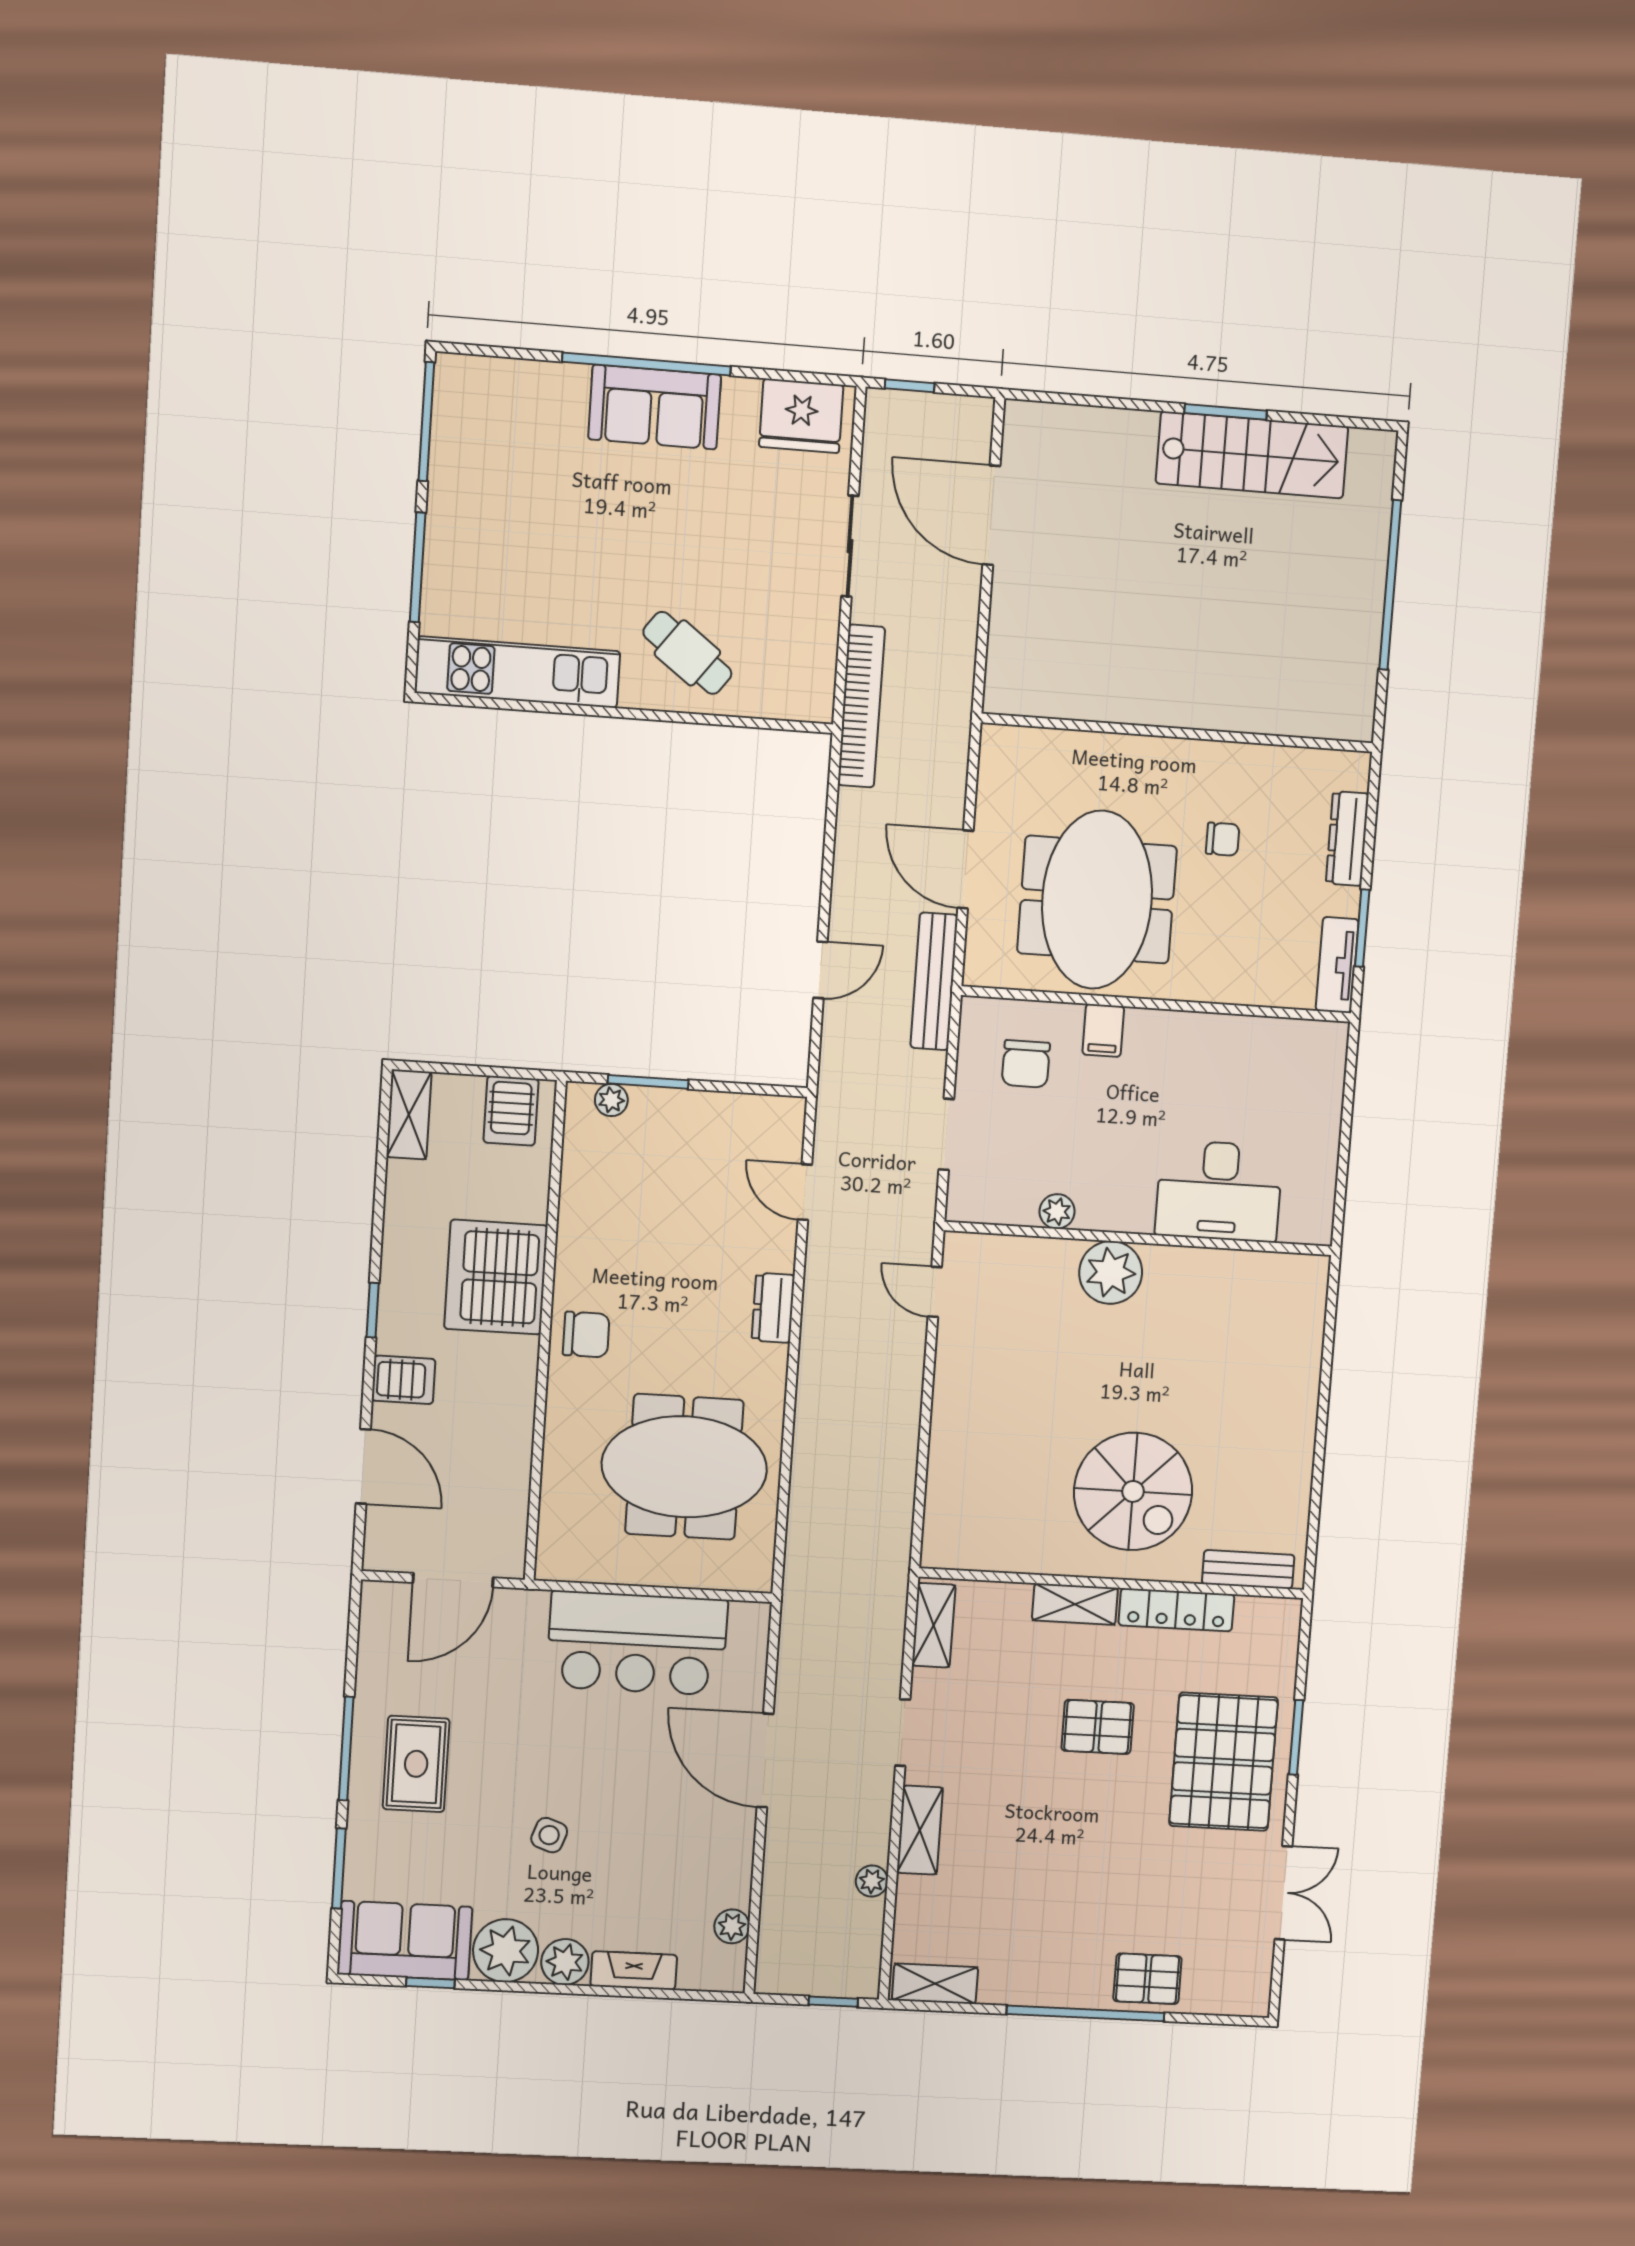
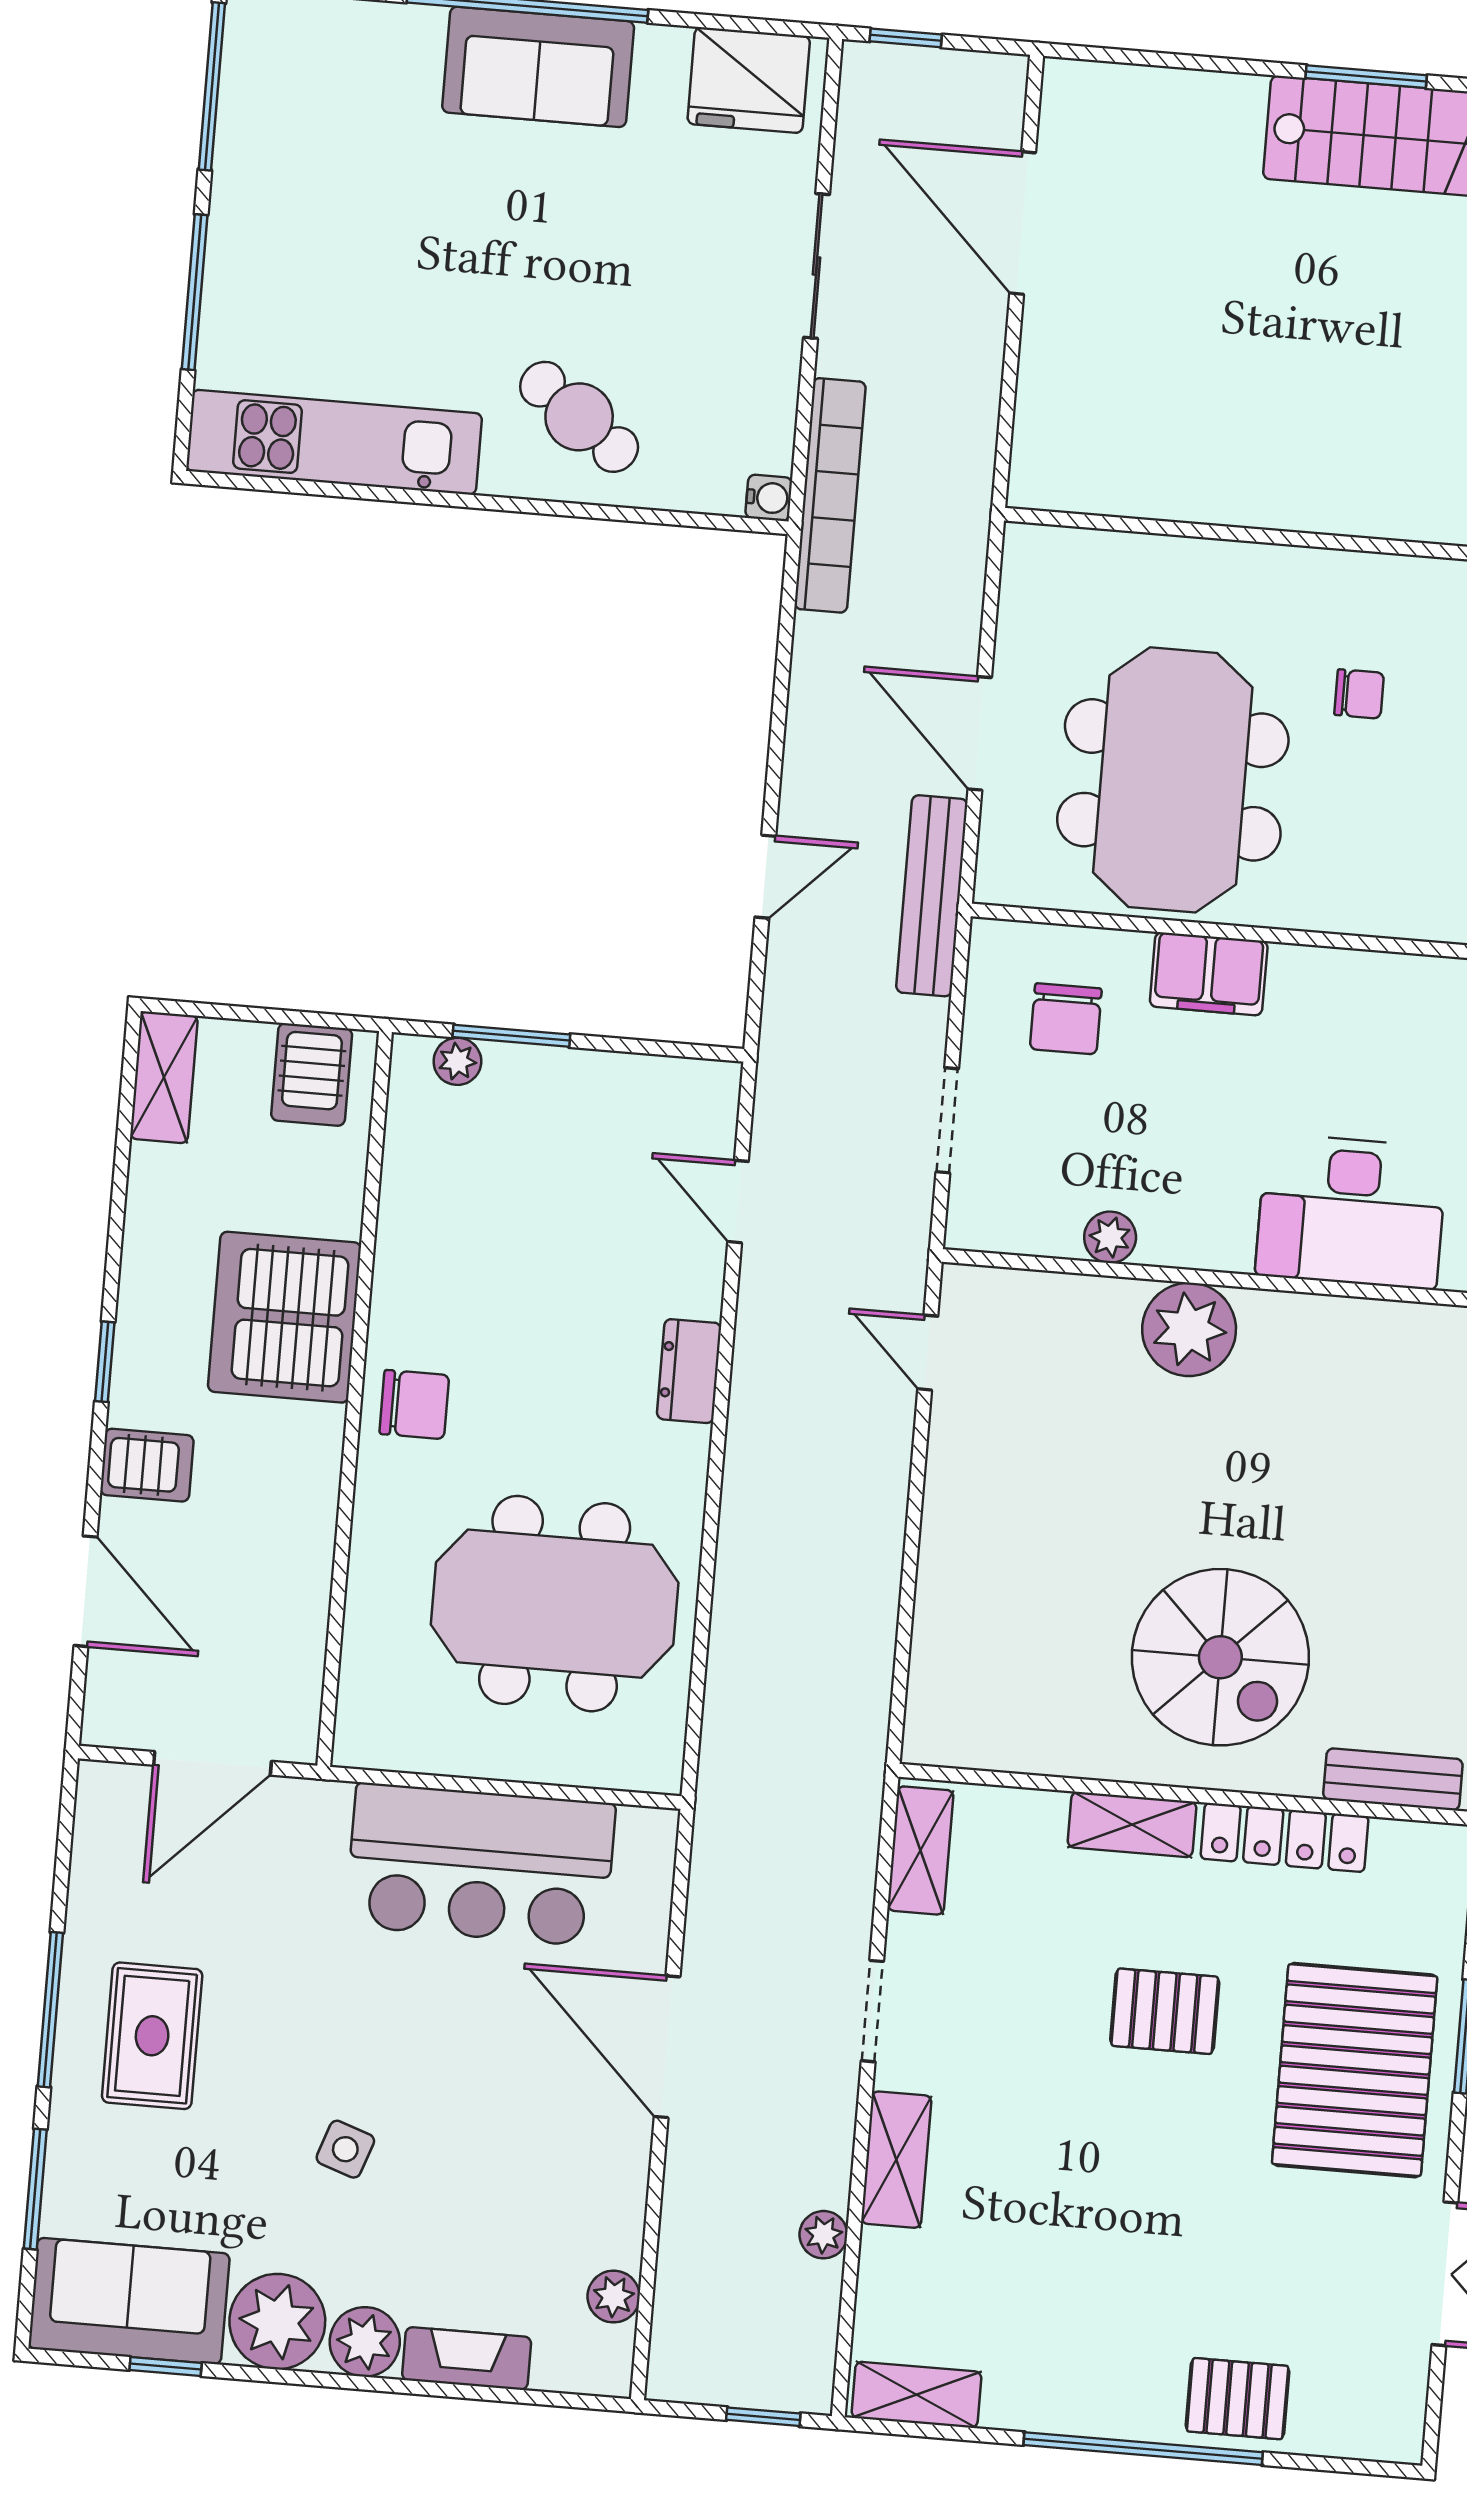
water cooler: (819, 708) -> (769, 498), added
filing cabinet: (1103, 1030) -> (1209, 974), width x2.00

